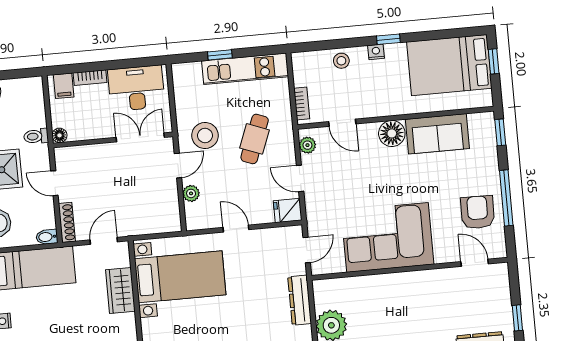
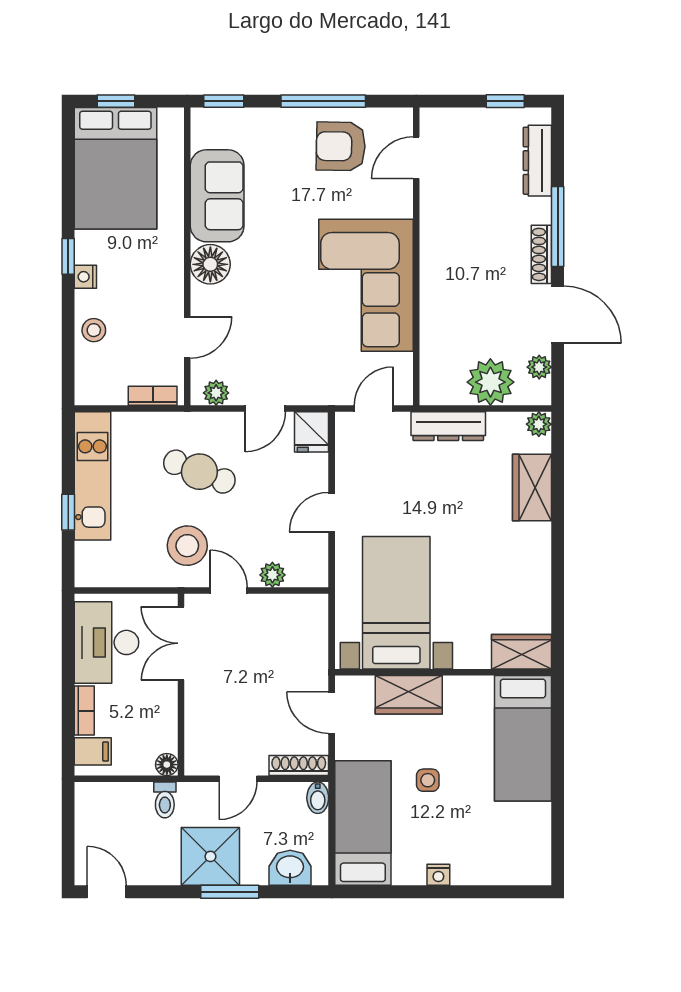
door: (307, 250) -> (374, 409), hinge flipped
side table: (65, 308) -> (428, 780), added

